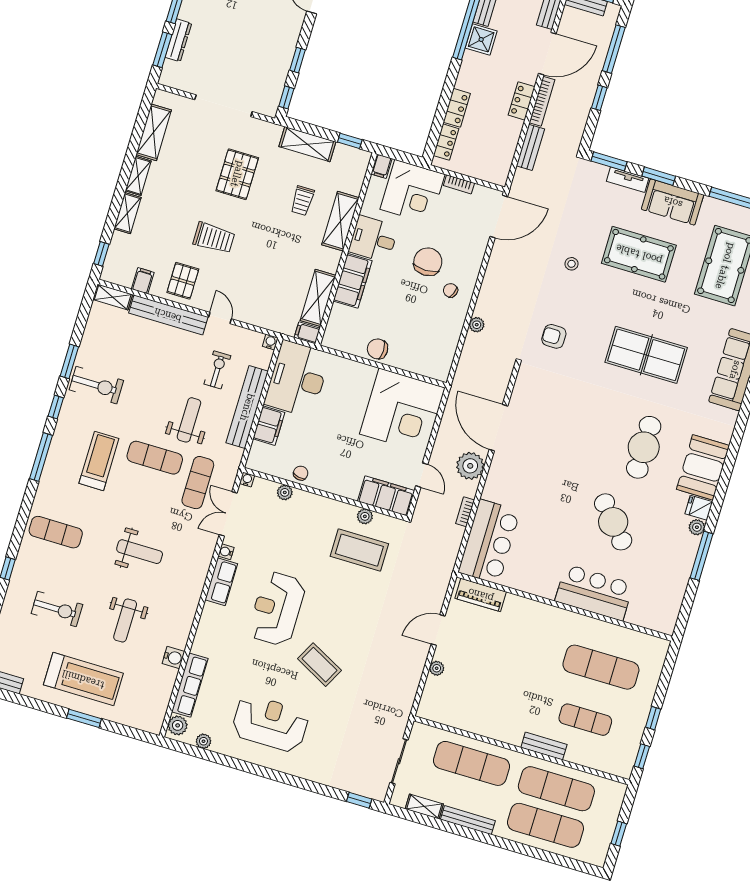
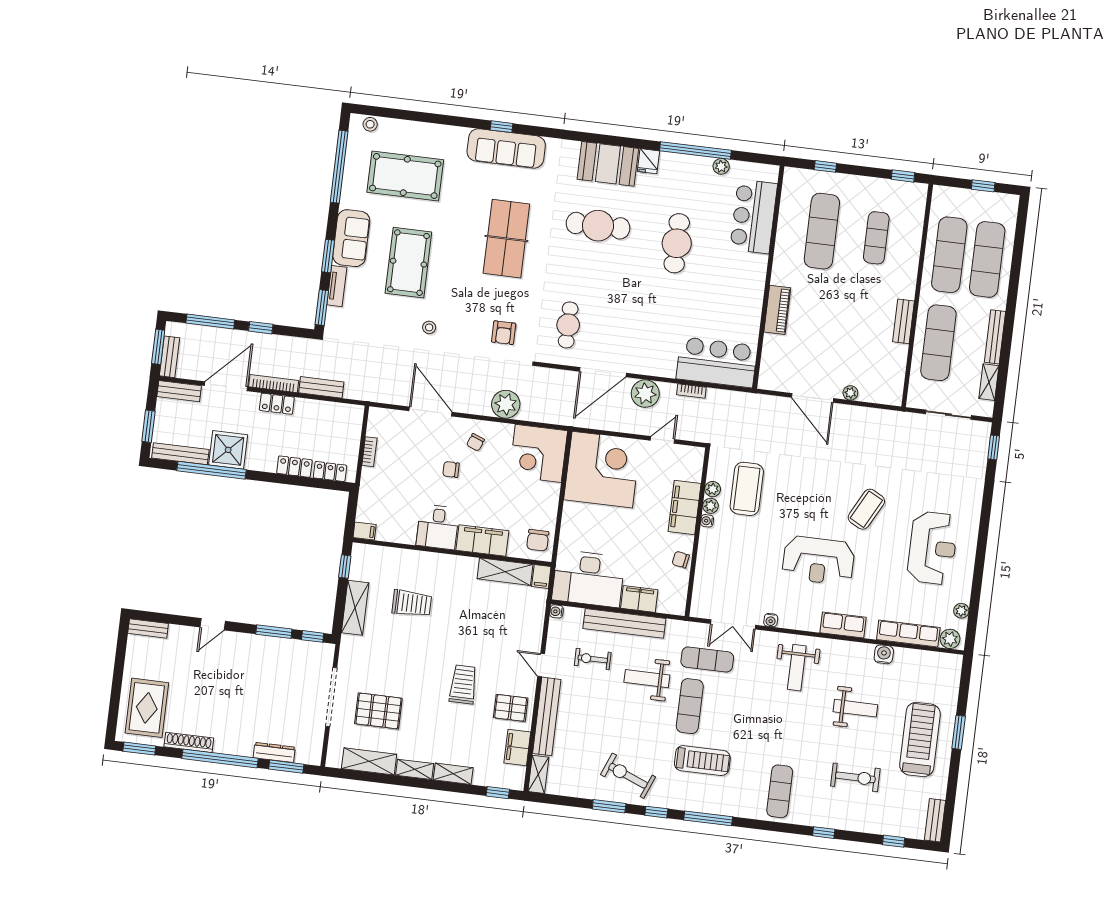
shower: (481, 39) -> (228, 450), width x1.36, depth x1.36
door: (547, 54) -> (226, 386), hinge flipped
window: (297, 60) -> (274, 632), width x1.50
pallet: (237, 174) -> (378, 711), moved
corner desk: (413, 192) -> (538, 453), moved, turned 180
trolley: (302, 201) -> (412, 603), width x1.36, depth x1.39
door: (499, 217) -> (431, 411), moved
shelving: (340, 221) -> (426, 562), removed
chair: (428, 262) -> (451, 469), width x0.54, depth x0.54
filing cabinet: (143, 281) -> (517, 747), width x2.00
door: (220, 318) -> (541, 665), hinge flipped
plant: (477, 325) -> (506, 404), width x1.87, depth x1.87
chair: (377, 349) -> (538, 540), moved
exercise bike: (96, 385) -> (628, 776), turned -68
cafe table: (551, 401) -> (568, 325), added
treadmill: (99, 461) -> (702, 761), turned 180
water cooler: (247, 480) -> (707, 521), moved
plant: (285, 492) -> (711, 506), moved
filing cabinet: (386, 496) -> (685, 508), moved
cafe table: (613, 522) -> (677, 243), turned -49
plant: (697, 527) -> (721, 166), moved
weight bench: (140, 552) -> (797, 668), moved, turned 180
window: (702, 556) -> (695, 150), width x1.46
row of seats: (221, 582) -> (843, 625), moved
bar counter: (594, 592) -> (754, 216), moved
piano: (481, 595) -> (777, 310), moved
exercise bike: (57, 609) -> (855, 777), turned 90
door: (438, 630) -> (812, 398), width x1.36
window: (653, 718) -> (825, 166), moved
reception desk: (270, 723) -> (933, 548), turned 180
bench: (544, 746) -> (903, 321), moved

